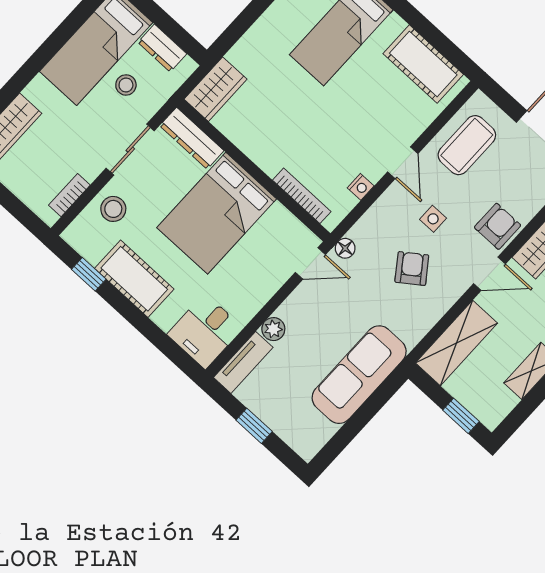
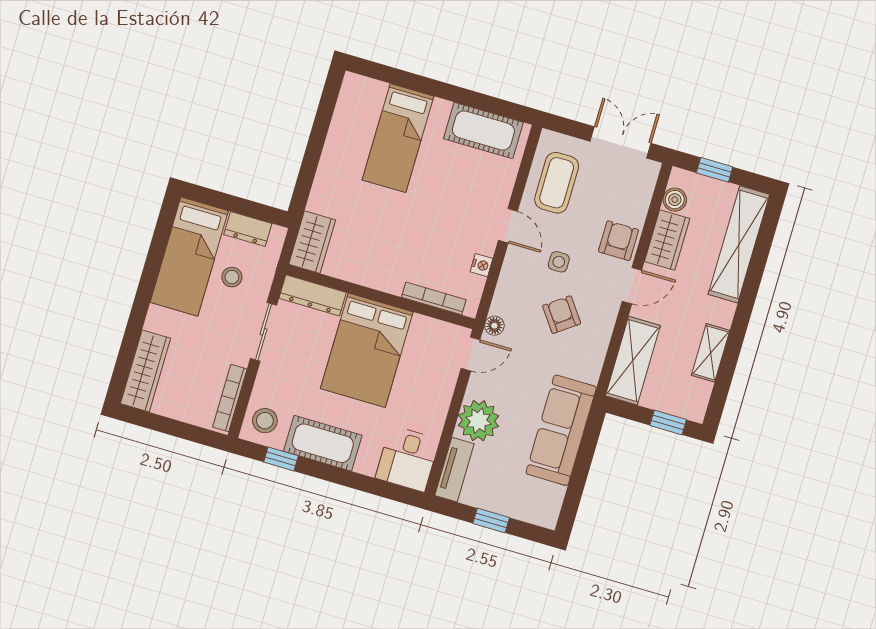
bookcase: (69, 195) -> (230, 398), width x1.56
stool: (113, 209) -> (265, 421), moved
plant: (273, 329) -> (478, 421), width x1.87, depth x1.87

